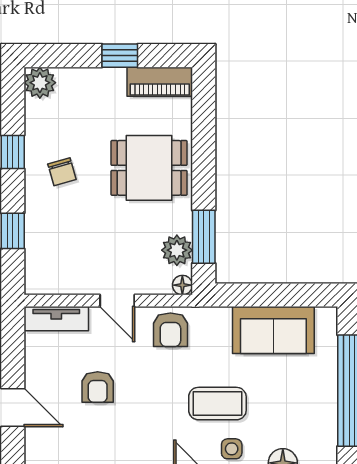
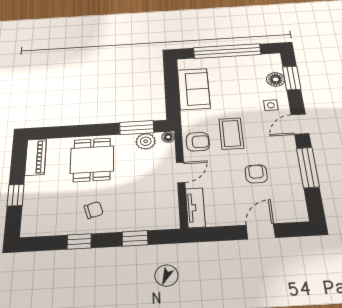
window: (120, 56) -> (16, 195), moved
plant: (40, 83) -> (31, 227), removed
armchair: (98, 387) -> (256, 174), moved, turned -90
coffee table: (217, 404) -> (231, 133), moved

